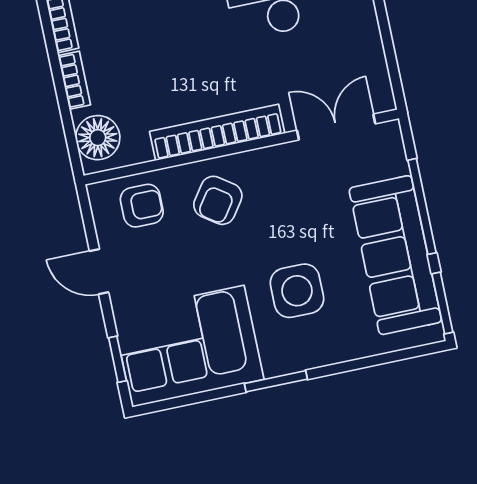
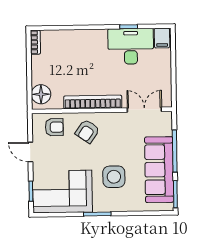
bookcase: (74, 80) -> (36, 68), removed

